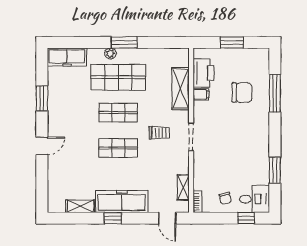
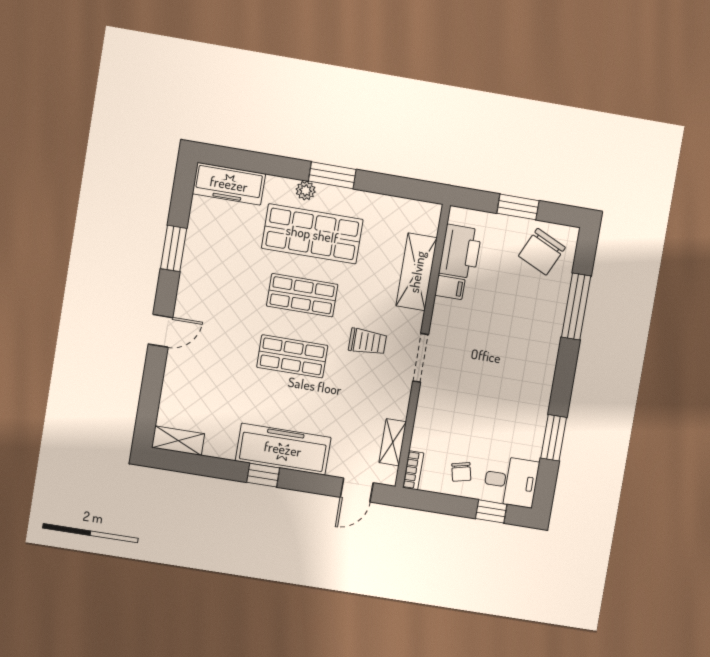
chair: (242, 93) -> (542, 252), moved, turned 115
shelving: (80, 206) -> (178, 441), moved
door: (167, 218) -> (357, 490), hinge flipped

